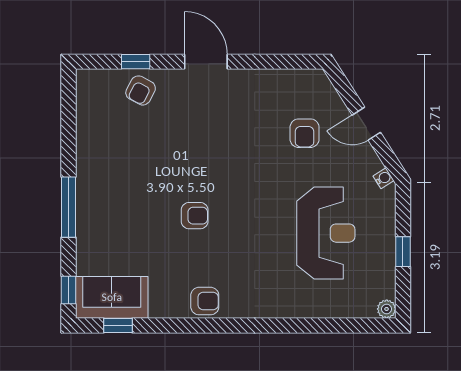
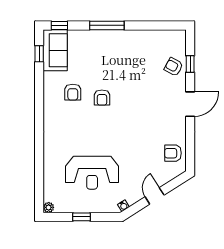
armchair: (305, 133) -> (173, 153), moved
armchair: (205, 301) -> (73, 92), moved

